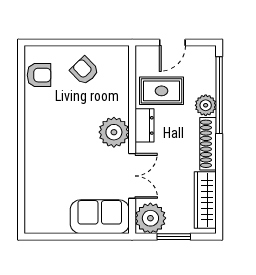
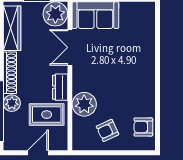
armchair: (84, 71) -> (107, 130), turned 109
plant: (114, 132) -> (84, 104), moved

